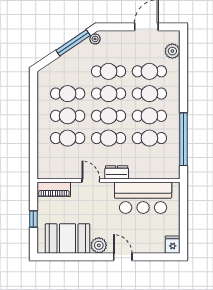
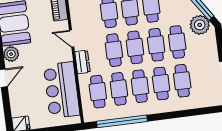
plant: (95, 39) -> (200, 25), width x1.87, depth x1.87
plant: (172, 51) -> (204, 100), removed
cafe table: (149, 160) -> (98, 92), added
door: (91, 180) -> (72, 39), swing flipped

